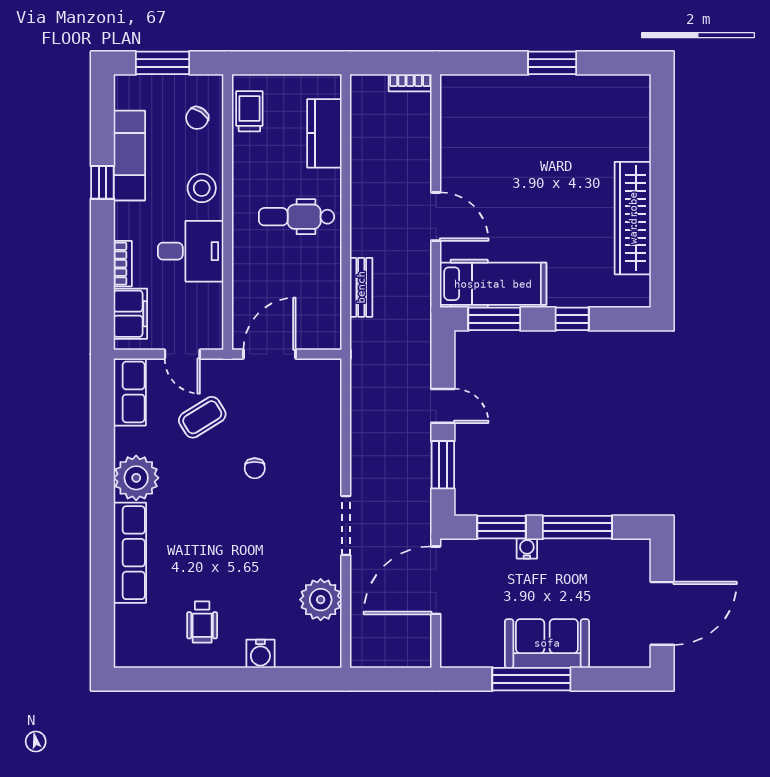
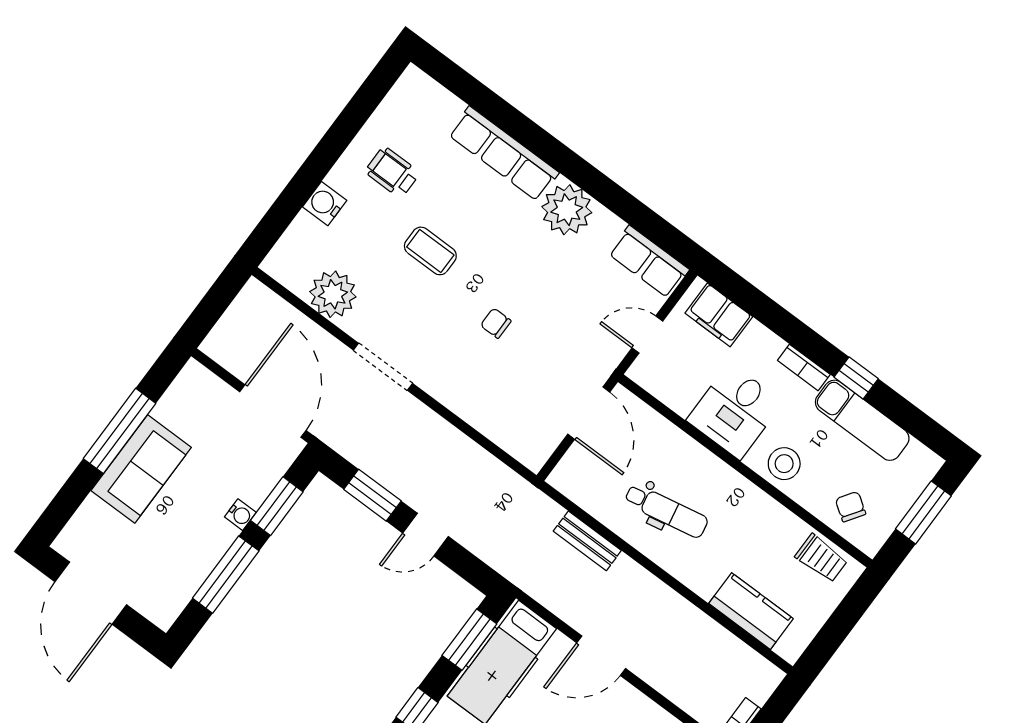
dental chair: (297, 217) -> (666, 511), moved, turned 79
bookcase: (123, 264) -> (804, 367), moved
coffee table: (202, 417) -> (430, 251), moved, turned -58

